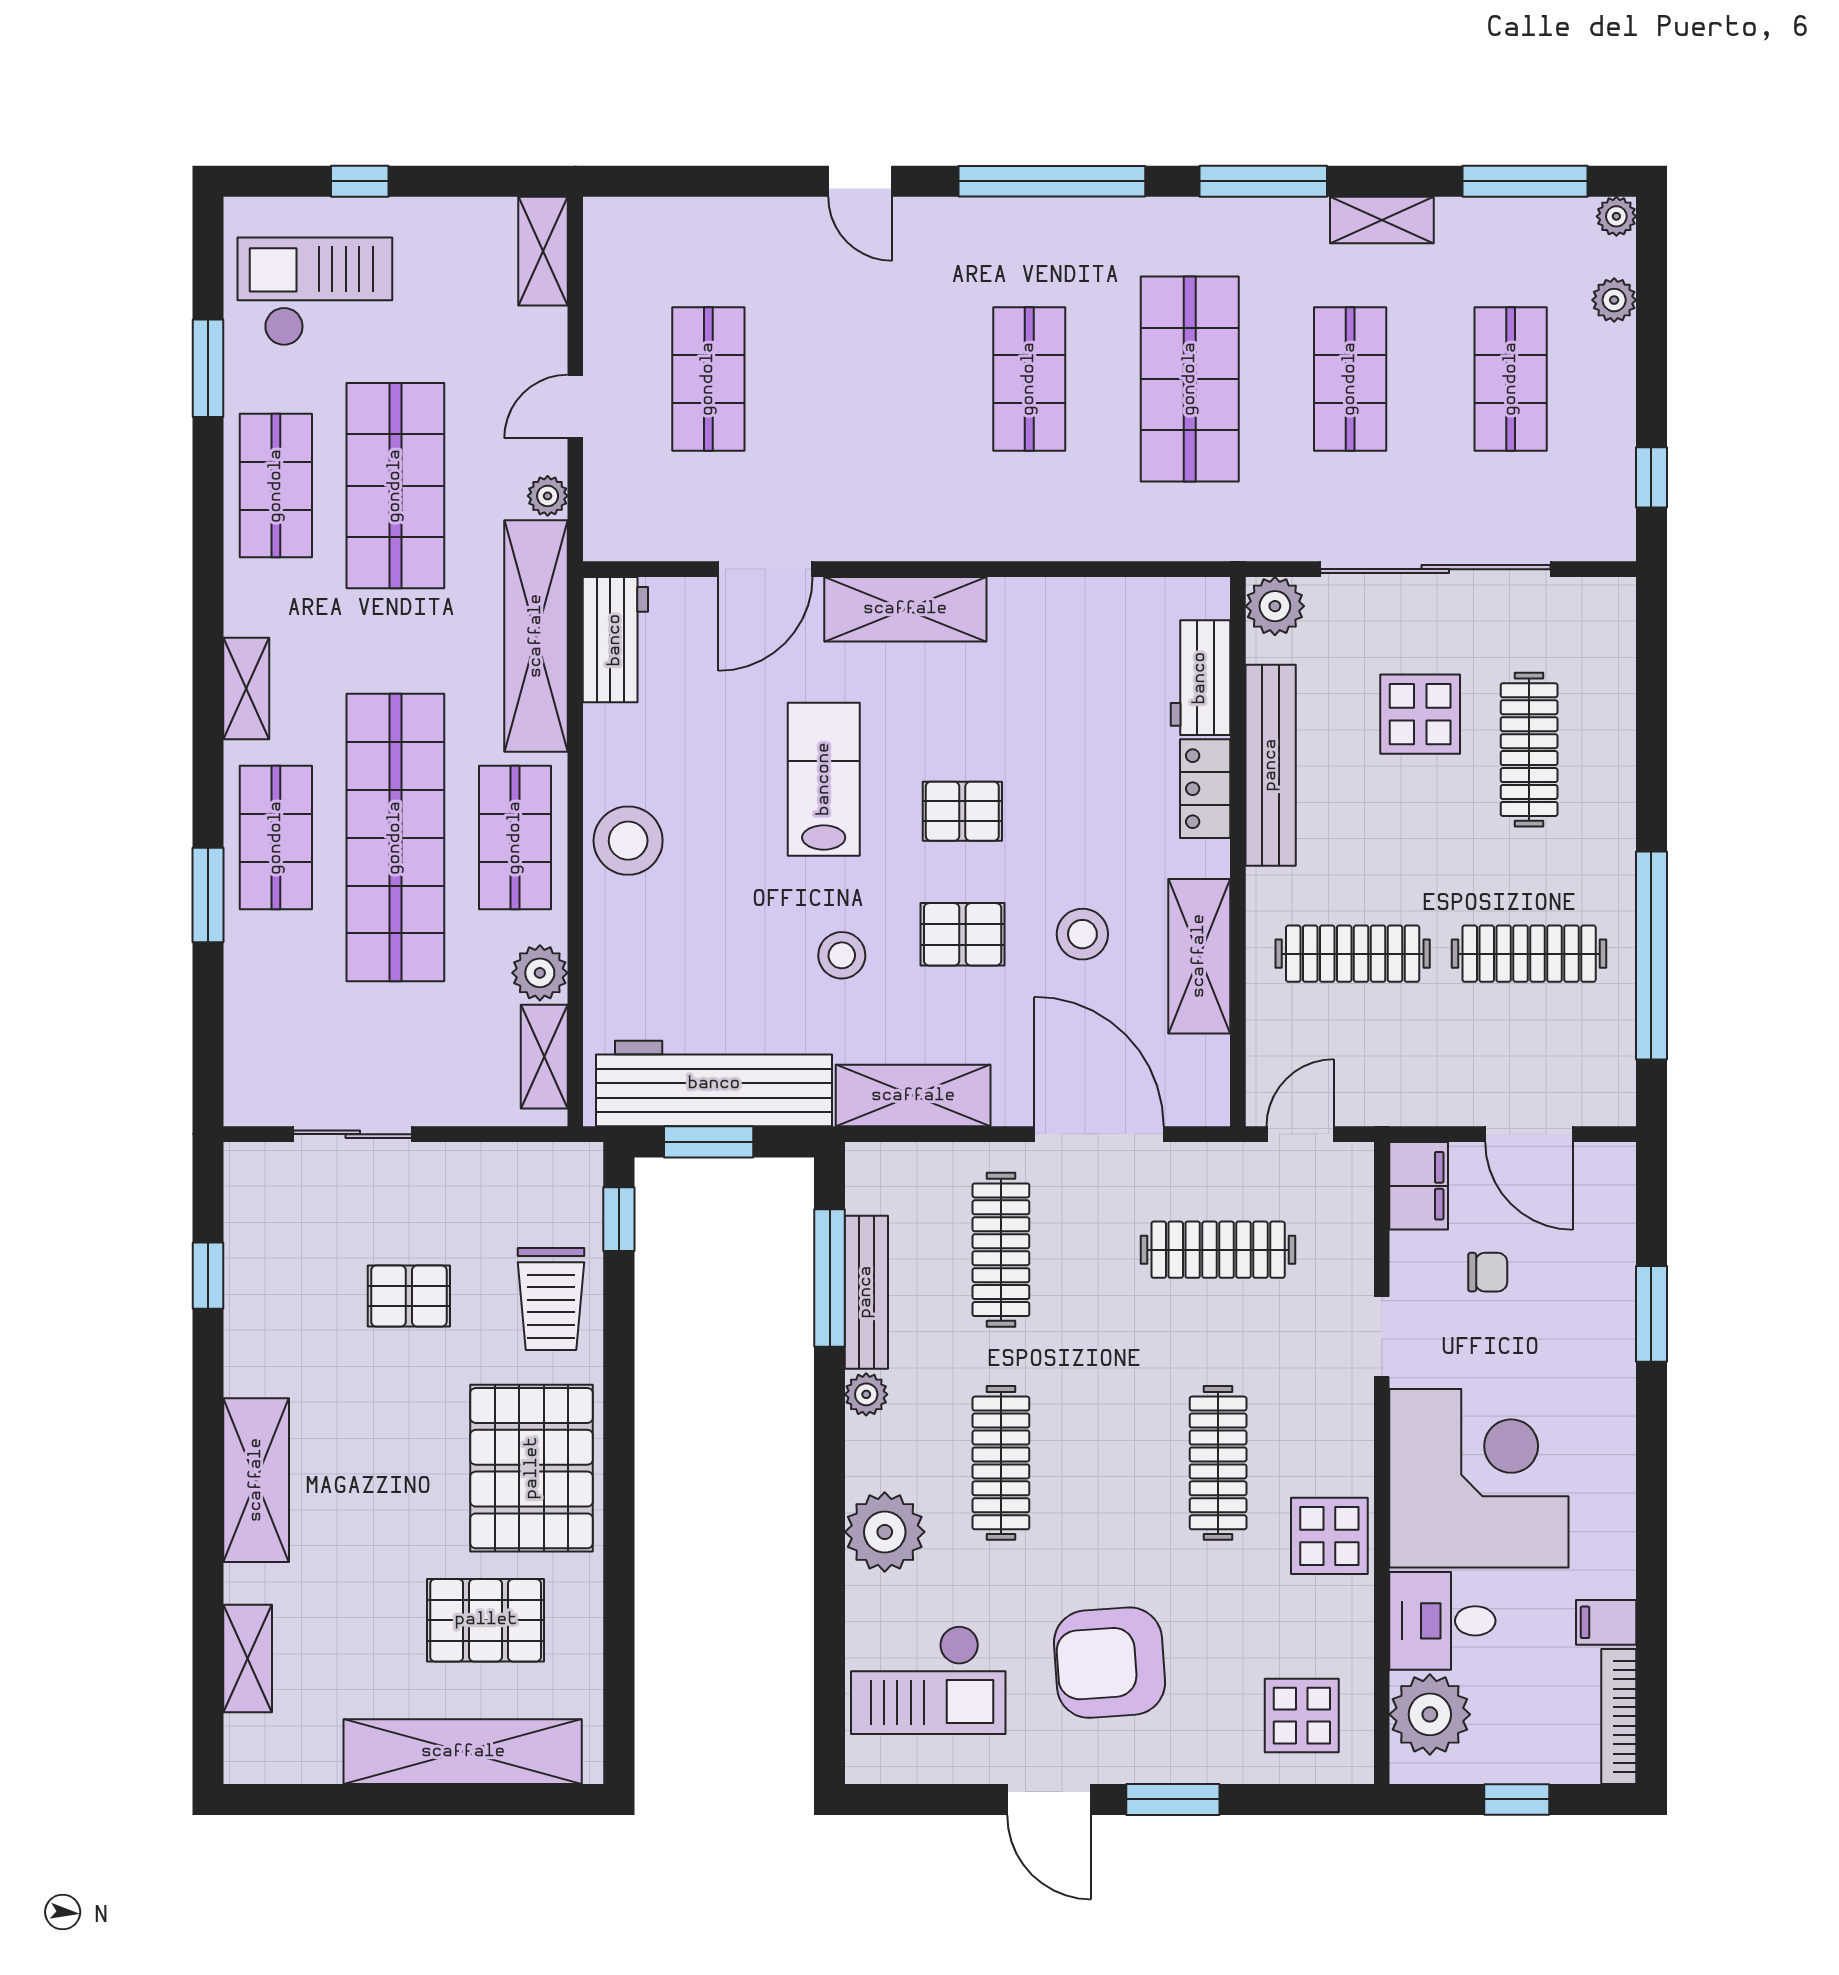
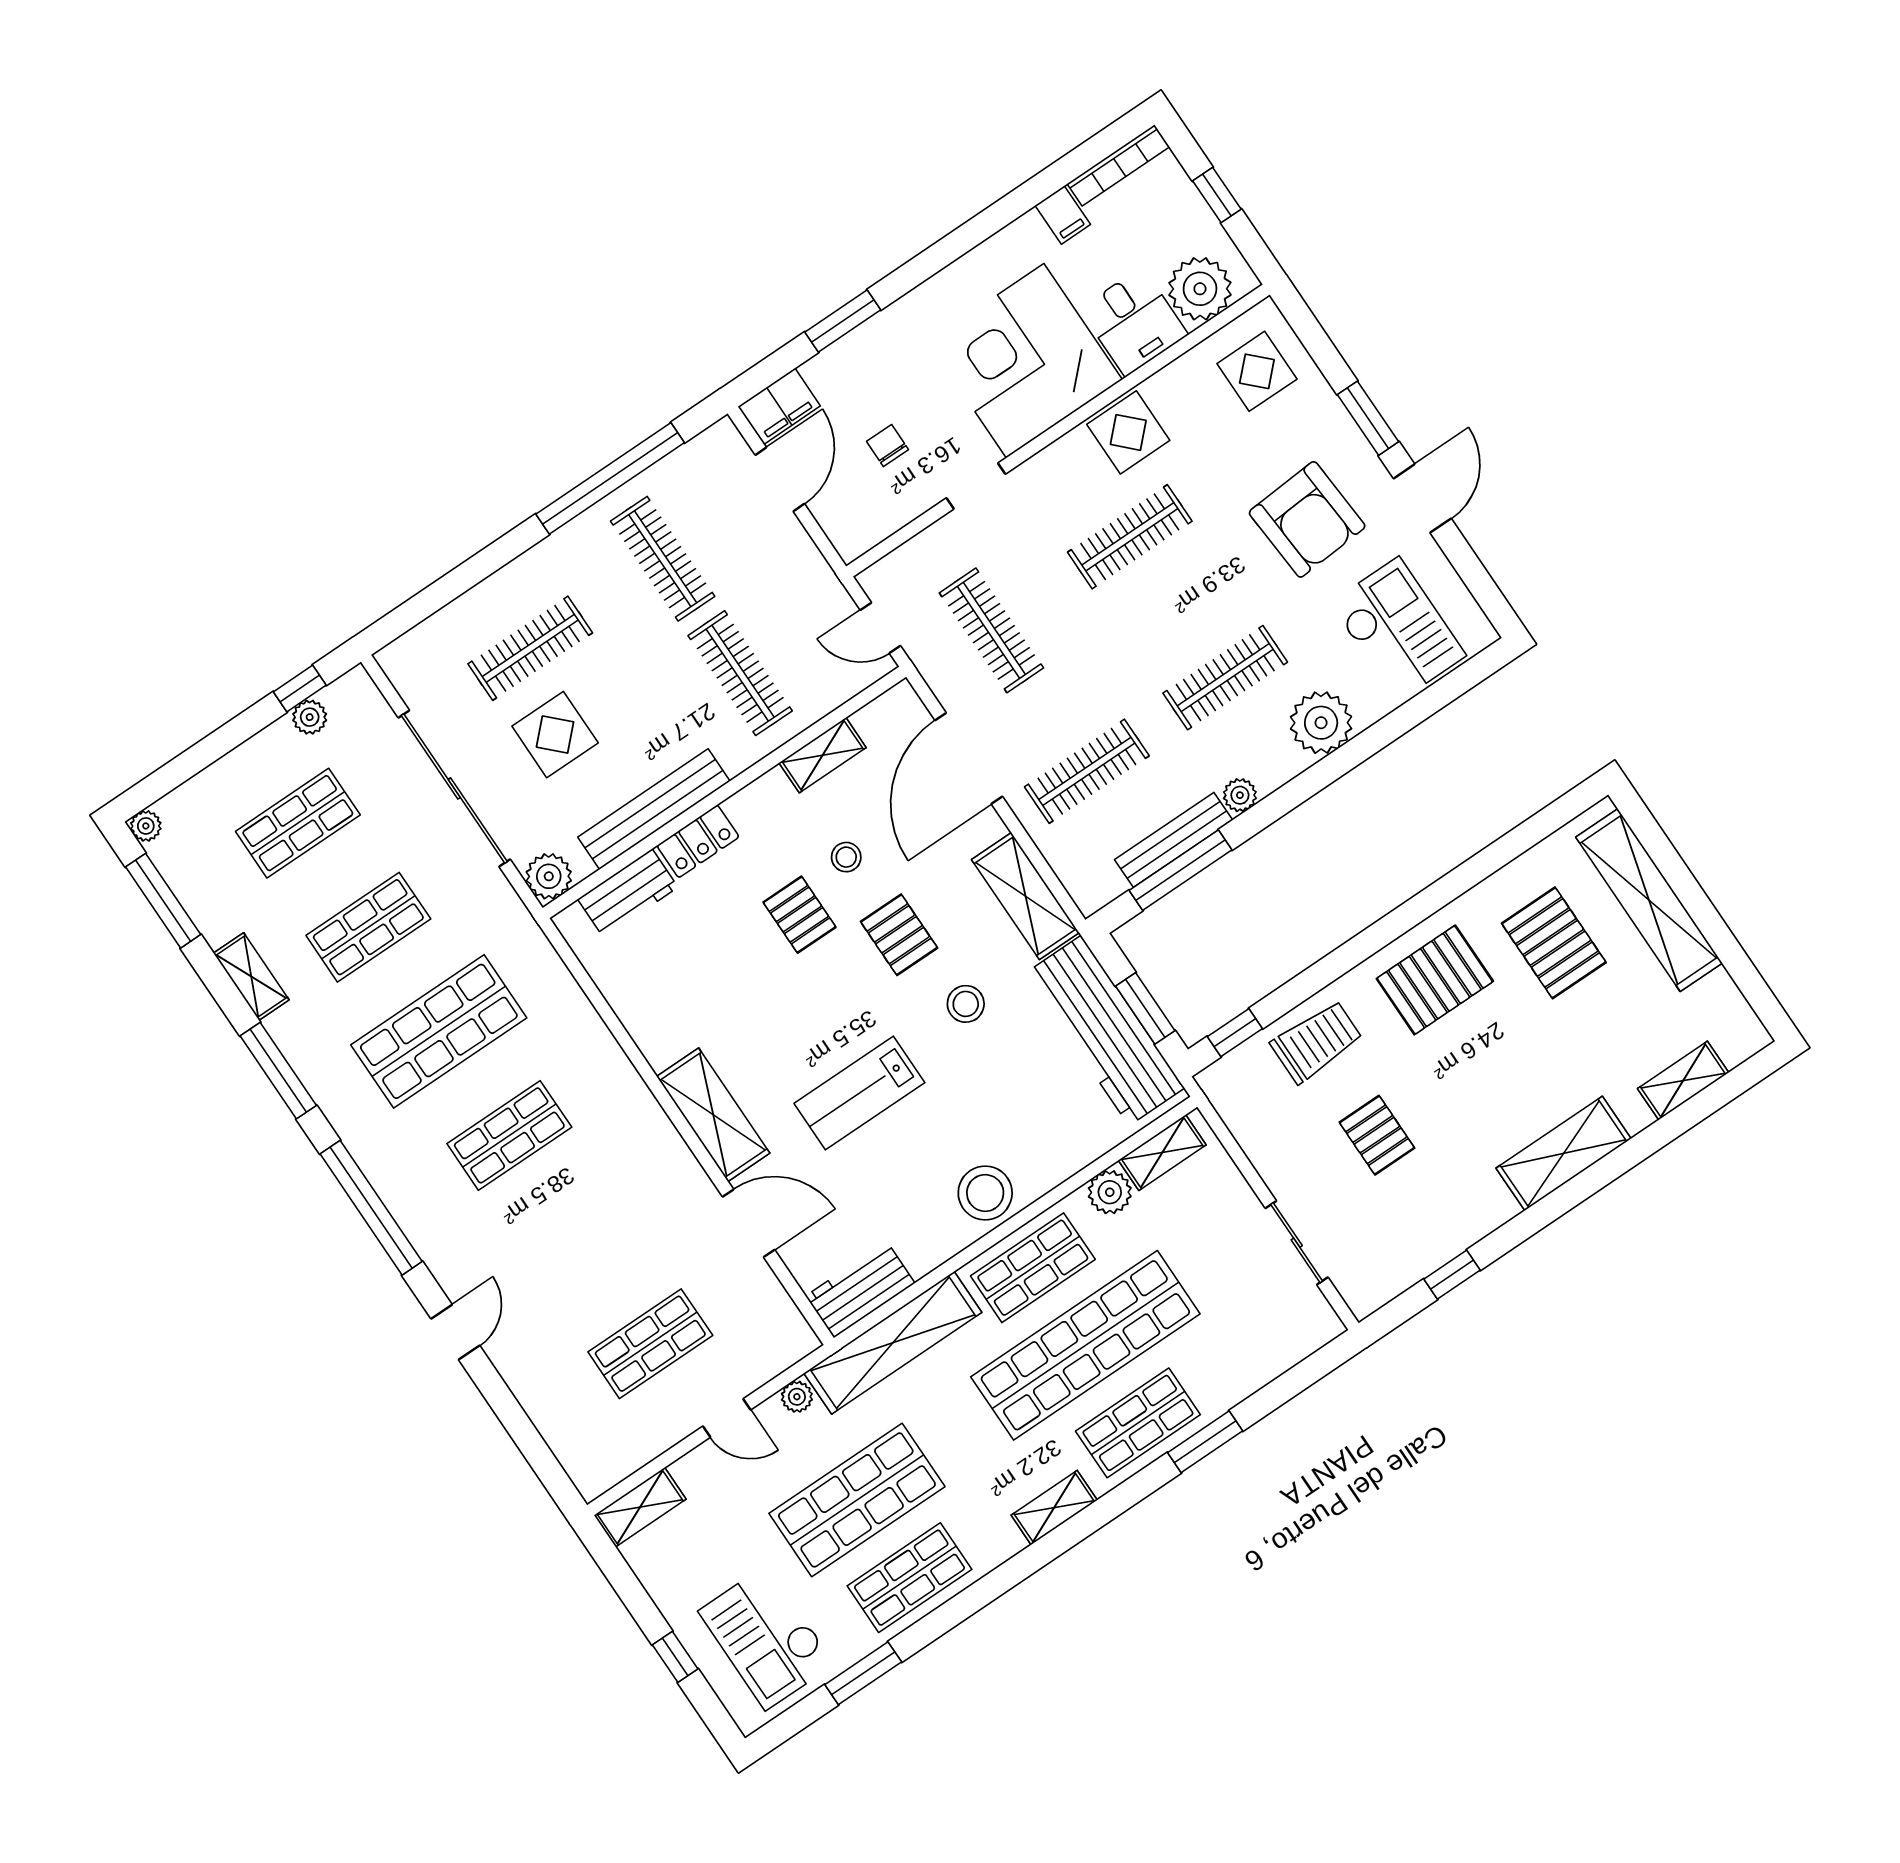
plant: (1614, 300) -> (310, 717), moved
pallet: (962, 811) -> (799, 915), moved
stool: (1082, 934) -> (846, 857), width x0.73, depth x0.73
shelving: (1199, 956) -> (823, 755), width x0.67, depth x0.75
filing cabinet: (1419, 1186) -> (779, 406), moved, turned 180
pallet: (532, 1468) -> (1435, 980), width x0.73, depth x0.71

